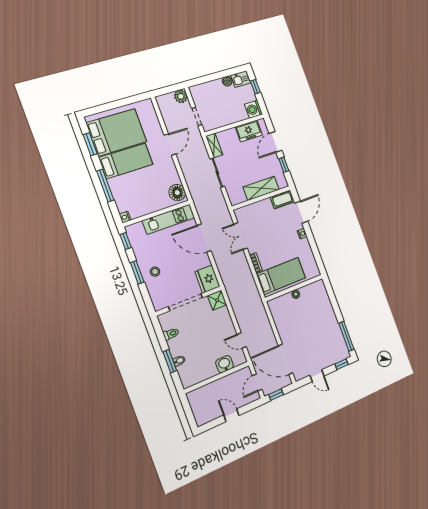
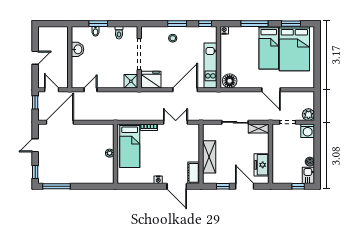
washing machine: (254, 109) -> (308, 131), moved, turned 180
washbasin: (225, 364) -> (78, 49), moved

